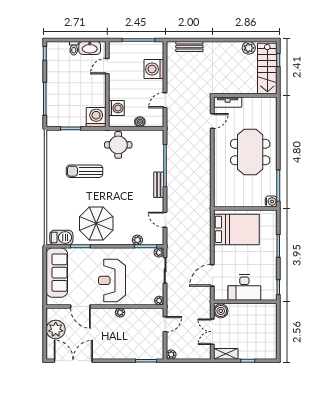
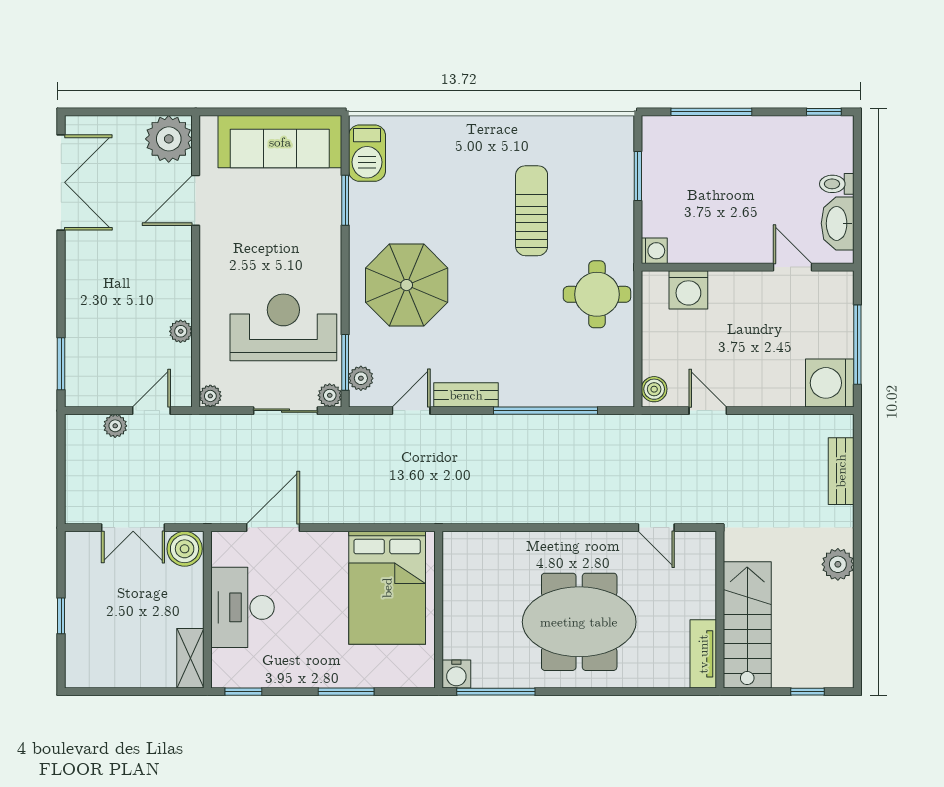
plant: (249, 48) -> (838, 564), moved
stairs: (267, 68) -> (747, 625), moved, turned 90
washing machine: (154, 69) -> (830, 383), moved, turned -90
tv unit: (228, 102) -> (703, 654), moved
washing machine: (96, 117) -> (654, 251), width x0.53, depth x0.53
boiler: (140, 122) -> (654, 389), moved
bench: (159, 185) -> (466, 395), moved
parasol: (96, 224) -> (407, 285), moved
plant: (137, 240) -> (361, 378), moved
door: (212, 275) -> (273, 528), hinge flipped
reception desk: (112, 280) -> (283, 327), moved
plant: (120, 312) -> (181, 331), moved
door: (165, 324) -> (151, 411), swing flipped
plant: (56, 329) -> (169, 139), moved
double door: (212, 332) -> (133, 528), swing flipped
shelving: (226, 354) -> (190, 658), moved
plant: (171, 355) -> (115, 426), moved

